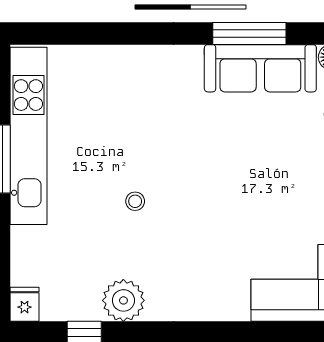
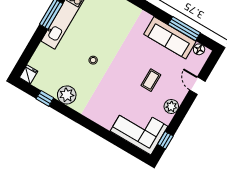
window: (249, 33) -> (184, 29), moved
coffee table: (272, 173) -> (151, 80), added

